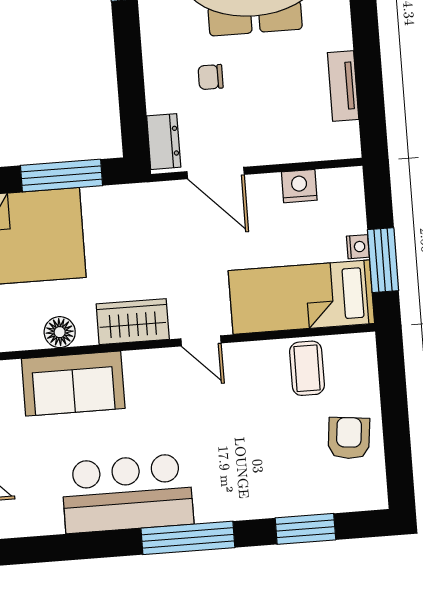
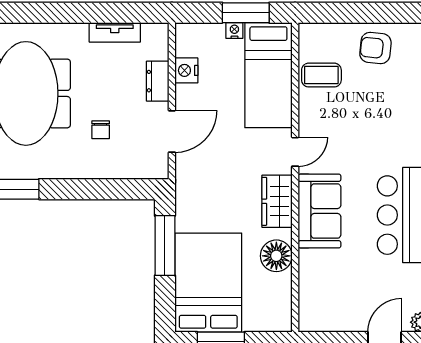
dresser: (164, 142) -> (158, 81), moved, turned -90
floor lamp: (60, 332) -> (276, 256), width x1.38, depth x1.38
sofa: (73, 384) -> (319, 211), moved

